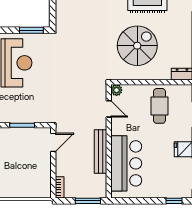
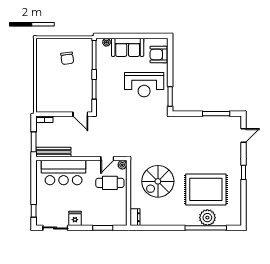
spiral stairs: (137, 46) -> (158, 181), turned 90
cafe table: (159, 106) -> (110, 183), moved
bench: (101, 151) -> (53, 152), moved

